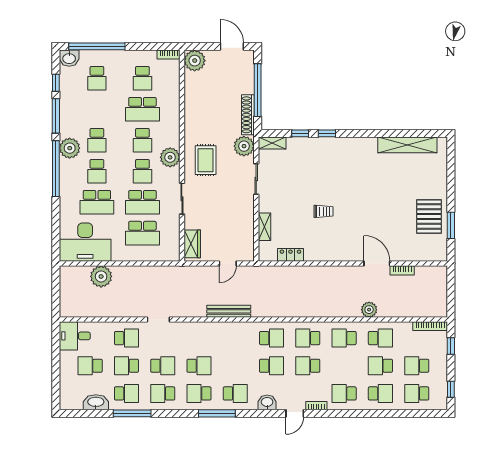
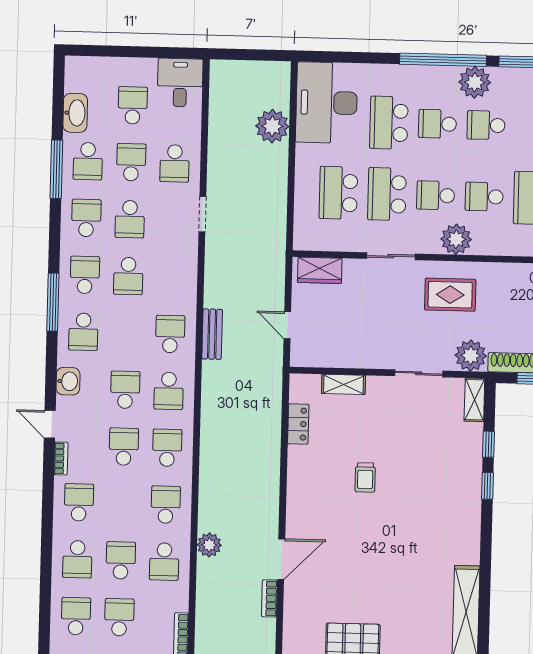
bench: (229, 311) -> (212, 334), width x0.73
school desk: (235, 338) -> (170, 334), added
school desk: (272, 366) -> (125, 390), turned 180

